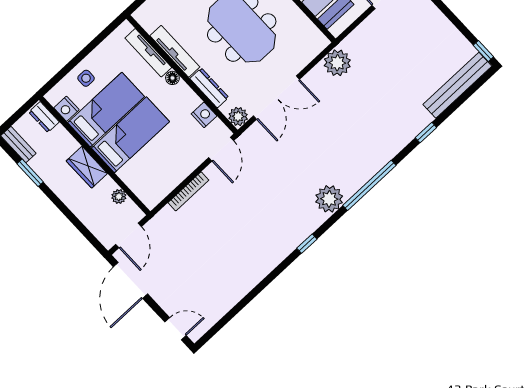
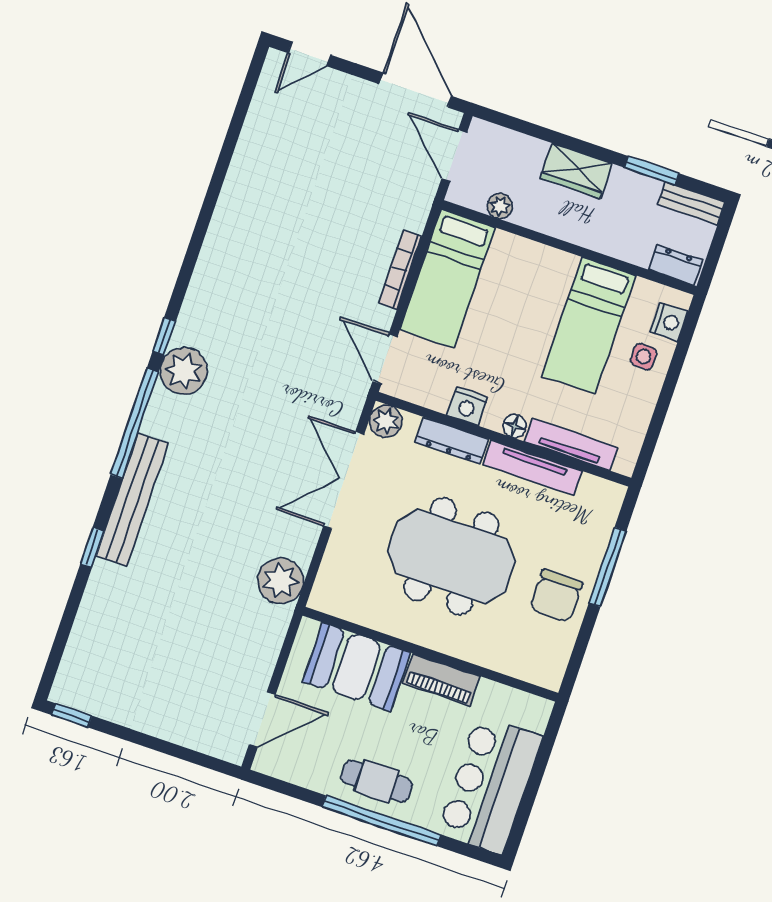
bench: (457, 85) -> (132, 500), moved
nightstand: (66, 109) -> (669, 322), moved, turned 90
nightstand: (204, 115) -> (467, 406), moved
bed: (130, 135) -> (448, 279), moved
wardrobe: (87, 167) -> (576, 171), moved, turned 180
window: (307, 244) -> (164, 336), moved

